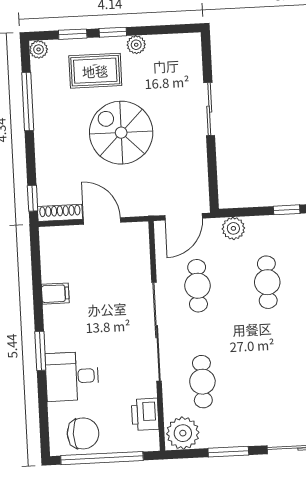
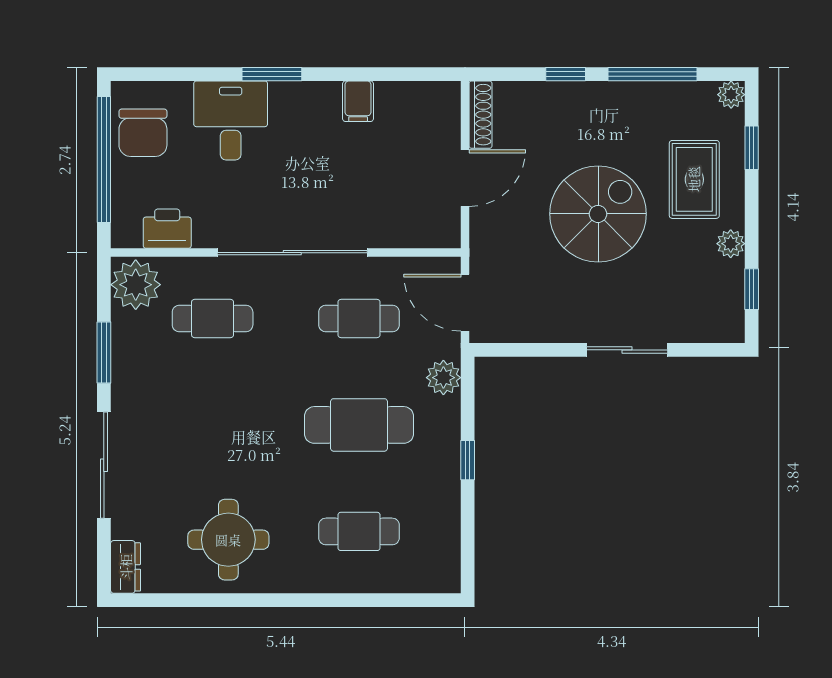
window: (113, 32) -> (752, 289), moved
window: (33, 198) -> (566, 74), moved
cafe table: (267, 282) -> (359, 425), width x1.37, depth x1.35

